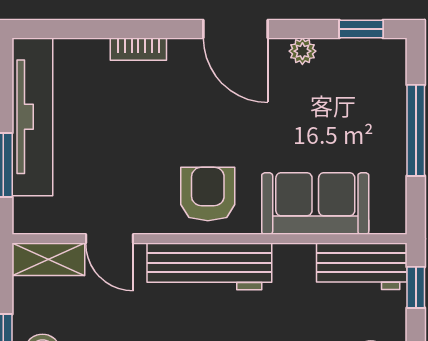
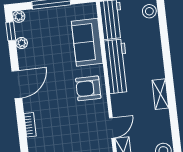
plant: (302, 51) -> (22, 43), moved
plant: (393, 52) -> (19, 17), added
workbench: (209, 266) -> (117, 66), moved

